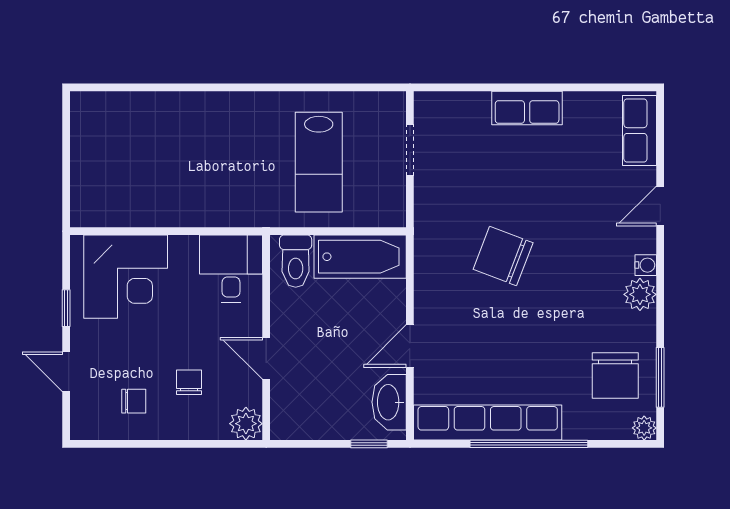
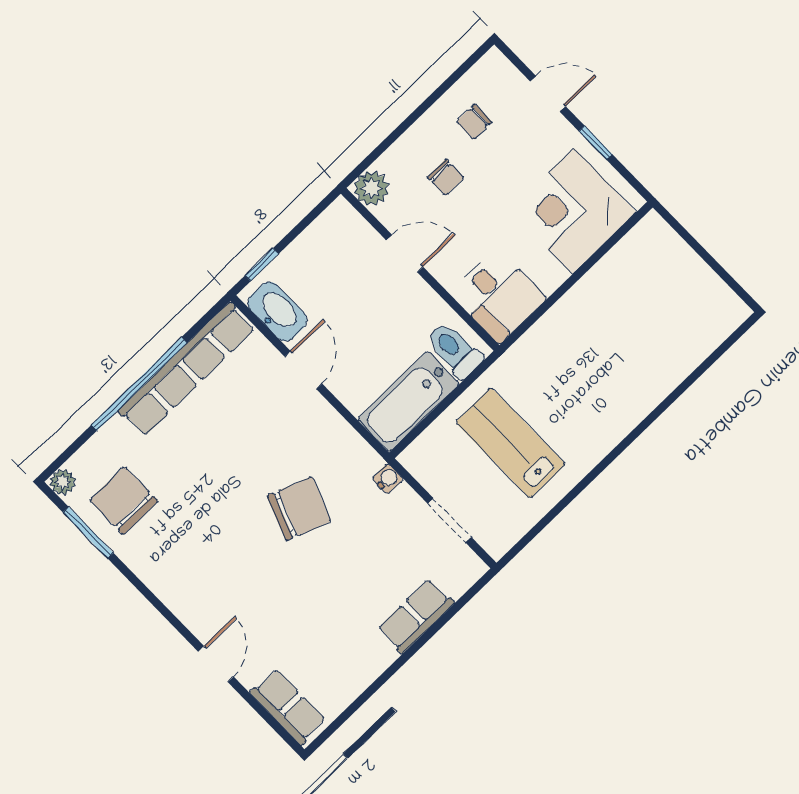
row of seats: (527, 108) -> (416, 616), moved
water cooler: (646, 265) -> (388, 479), moved, turned 180
plant: (640, 294) -> (165, 581), removed

